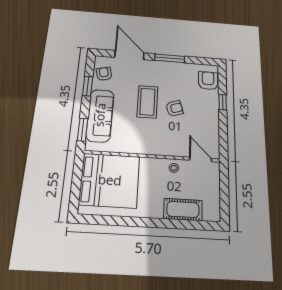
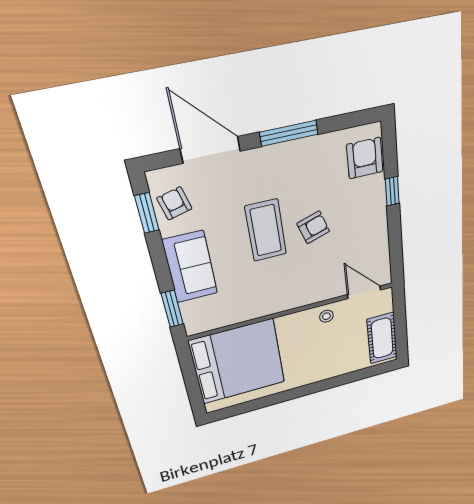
window: (88, 86) -> (147, 213), moved
sofa: (100, 115) -> (190, 267), width x0.73
cot: (183, 209) -> (382, 338), moved, turned 90

